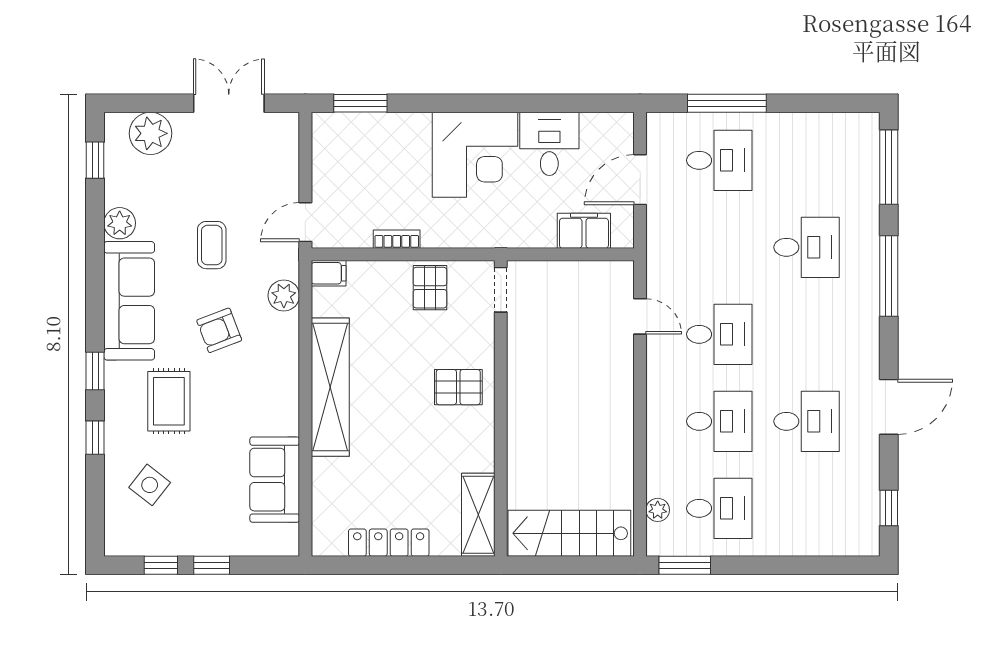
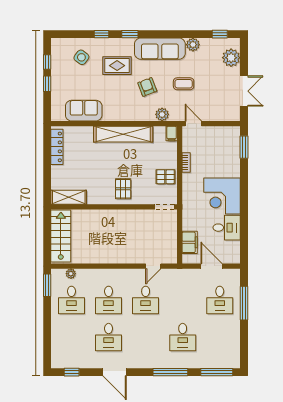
locker: (389, 543) -> (57, 147), moved

